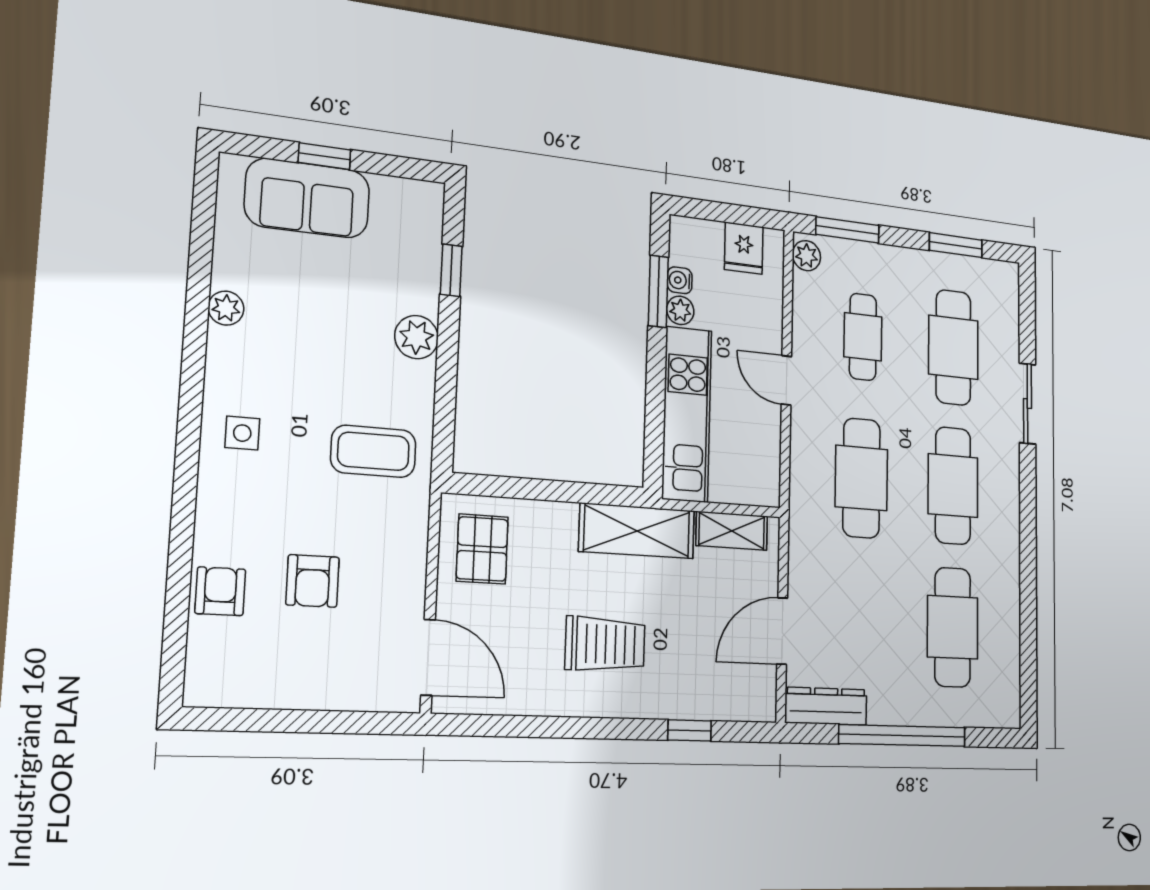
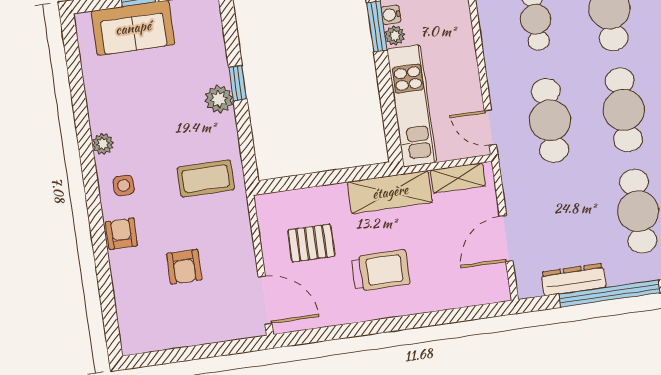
window: (451, 270) -> (238, 83), moved
plant: (226, 308) -> (103, 144), moved
door: (786, 380) -> (490, 127), moved
pallet: (482, 549) -> (311, 243), moved, turned 90
armchair: (220, 591) -> (121, 234), moved
dresser: (826, 706) -> (574, 280), moved
window: (689, 730) -> (450, 316), removed

